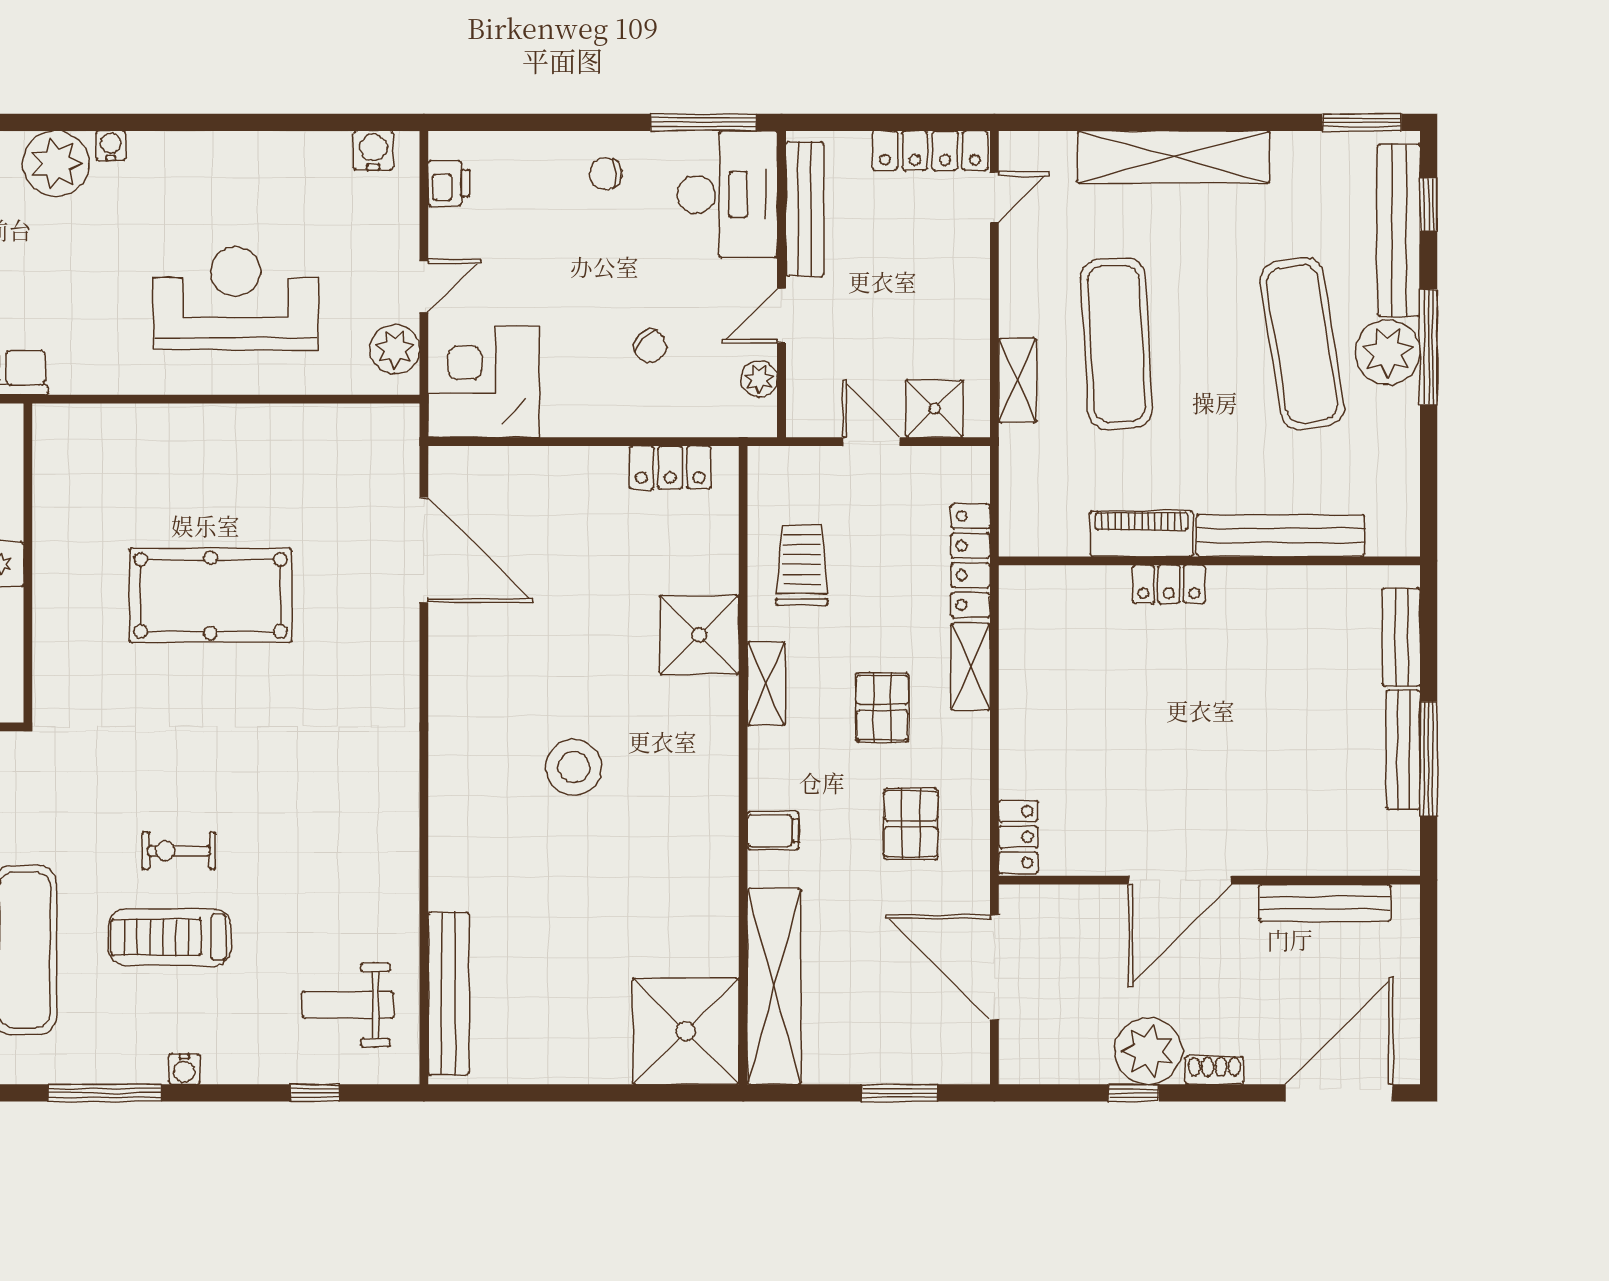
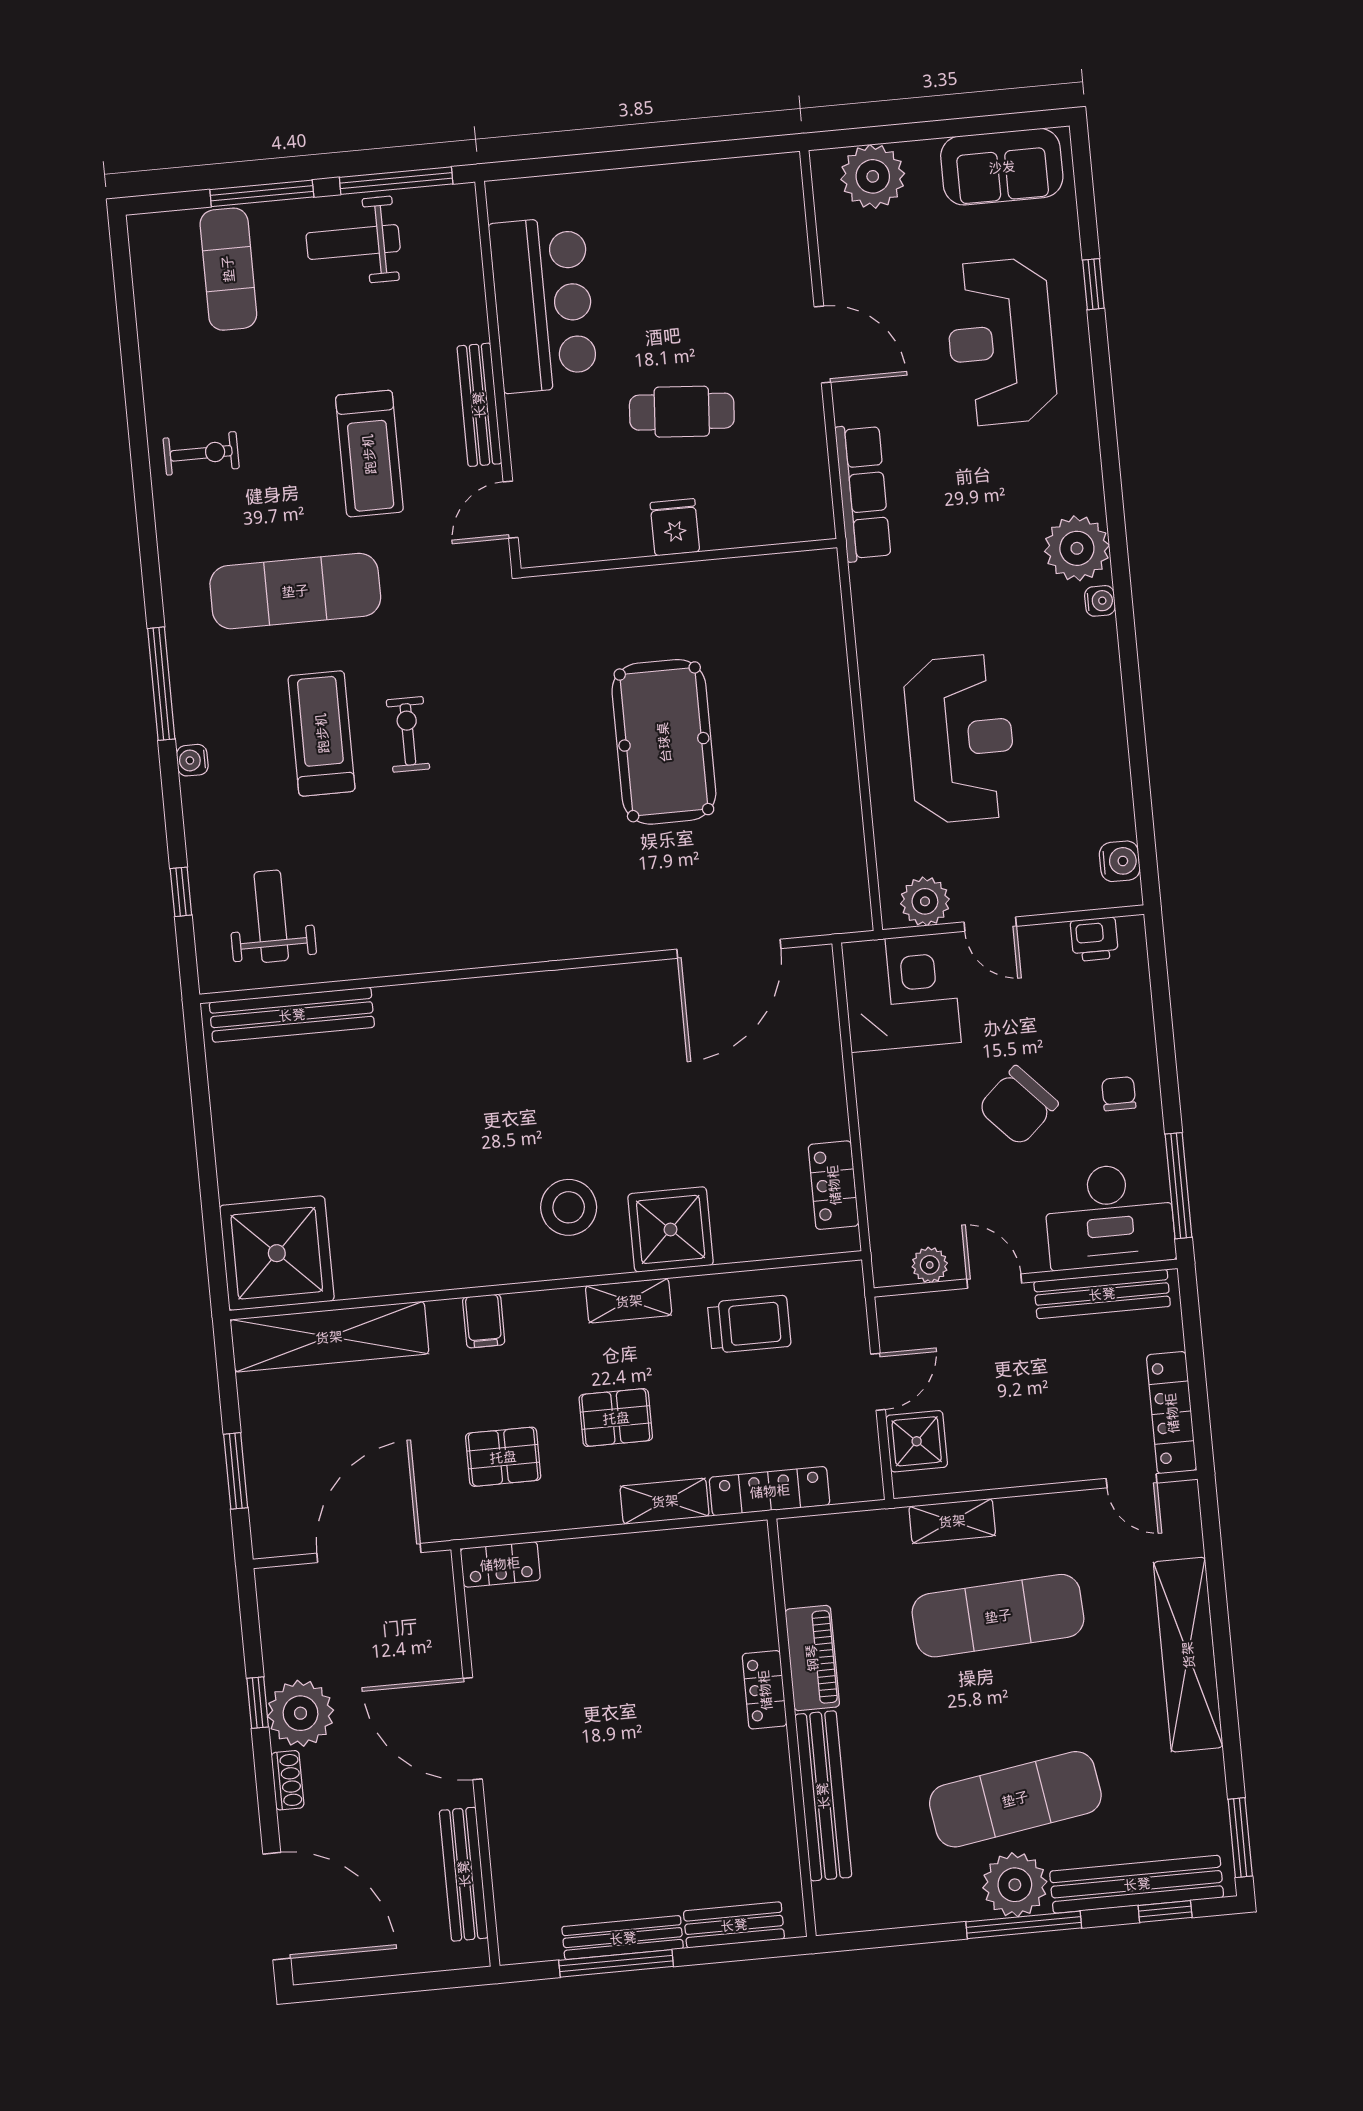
chair: (650, 346) -> (1018, 1106), moved, width x1.87, depth x1.87
stool: (574, 767) -> (569, 1207), moved

